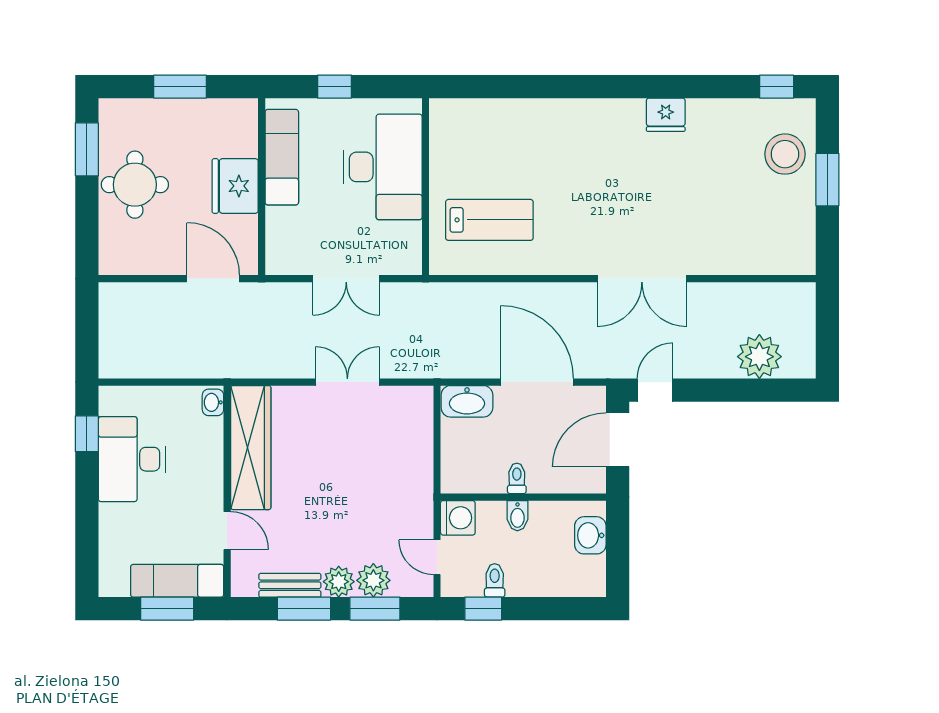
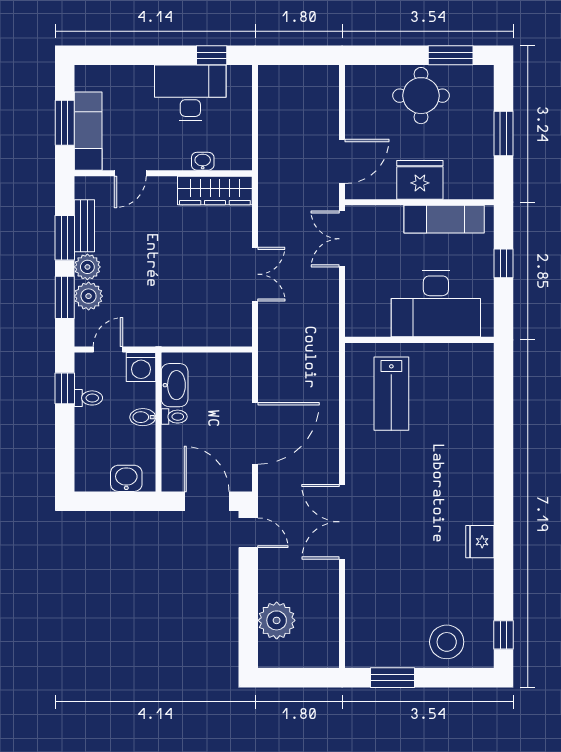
window: (827, 180) -> (392, 678), moved
double door: (346, 279) -> (342, 239), moved
washbasin: (467, 401) -> (175, 385), moved, turned 180
washbasin: (213, 402) -> (203, 161), moved
wardrobe: (251, 448) -> (215, 190), width x0.71, depth x0.85

